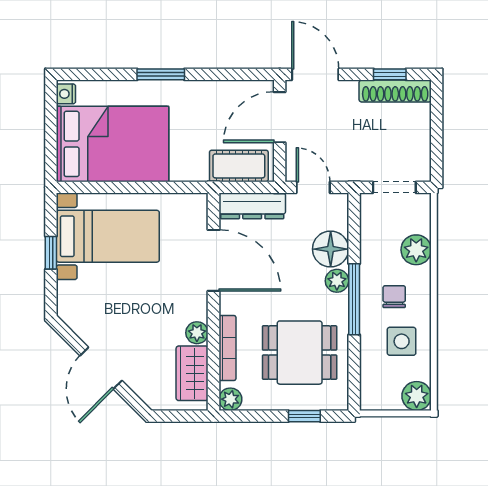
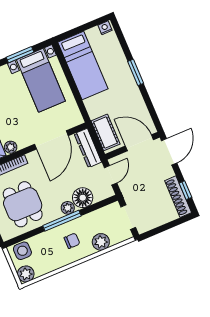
bed: (113, 144) -> (83, 65), width x0.67
window: (51, 253) -> (20, 55), width x1.50
side table: (402, 341) -> (22, 251), moved

